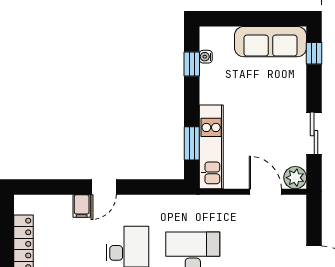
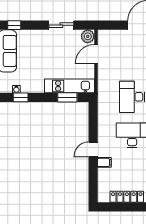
door: (104, 187) -> (93, 149), swing flipped

